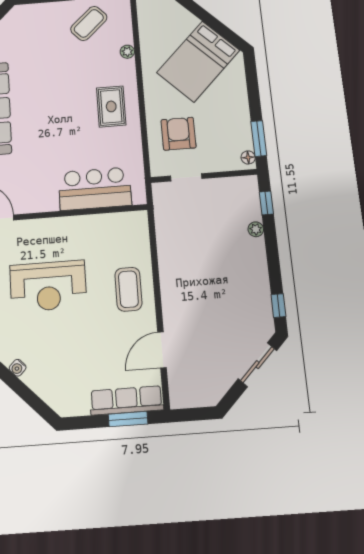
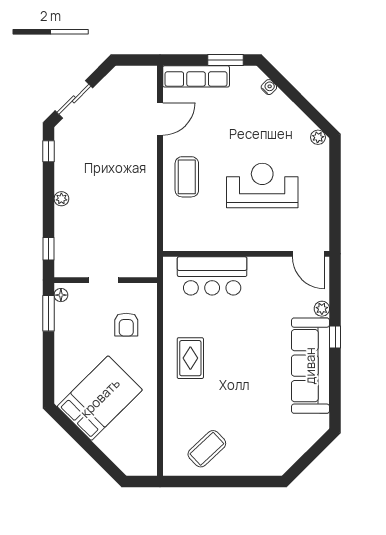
plant: (127, 52) -> (170, 415), removed
armchair: (178, 134) -> (126, 325), width x0.72, depth x0.72
doorway: (186, 177) -> (103, 280), moved
plant: (256, 229) -> (61, 199), moved
water cooler: (18, 368) -> (269, 87), moved
window: (128, 419) -> (226, 60), moved

